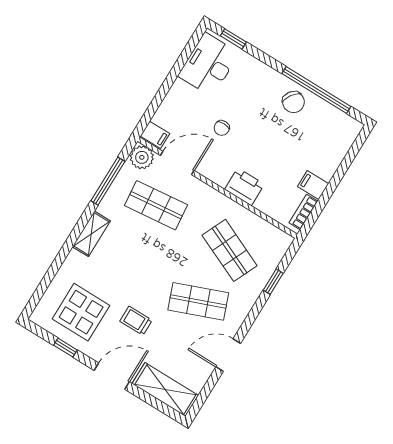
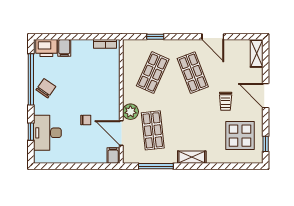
window: (233, 39) -> (31, 132), moved
desk: (209, 64) -> (47, 133), moved, turned 90
plant: (142, 157) -> (130, 112), moved
filing cabinet: (313, 185) -> (64, 48), moved
printer: (244, 187) -> (46, 48), moved, turned -90
window: (65, 348) -> (266, 144), moved
shelving: (165, 390) -> (257, 53), width x0.67, depth x0.75

